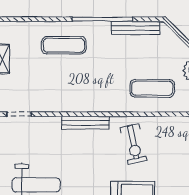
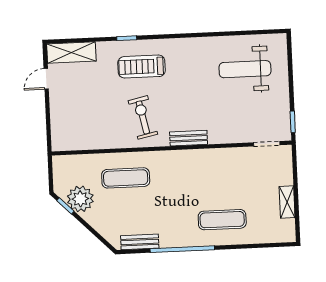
bench: (135, 28) -> (140, 242), width x0.73
bench: (85, 123) -> (189, 138), width x0.73

